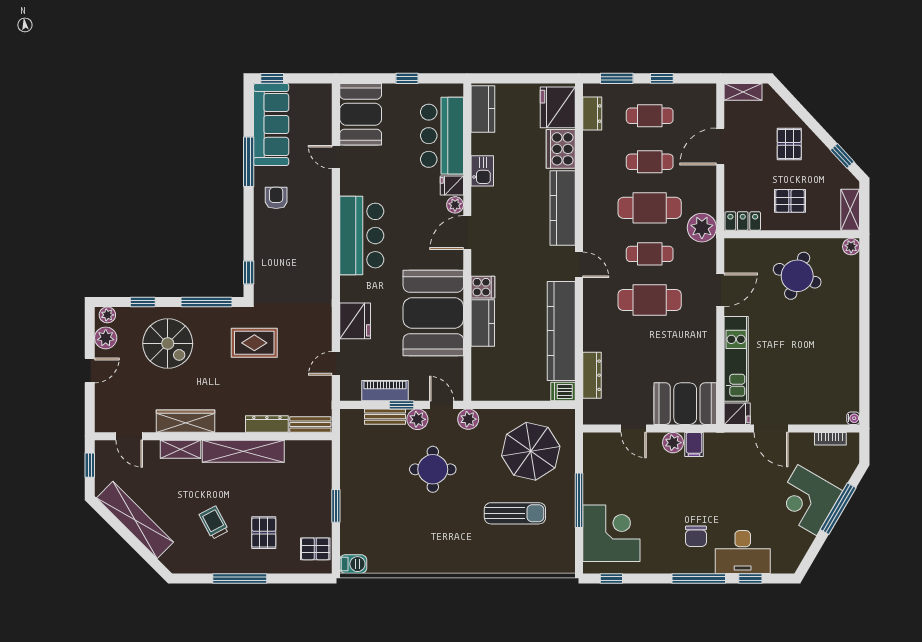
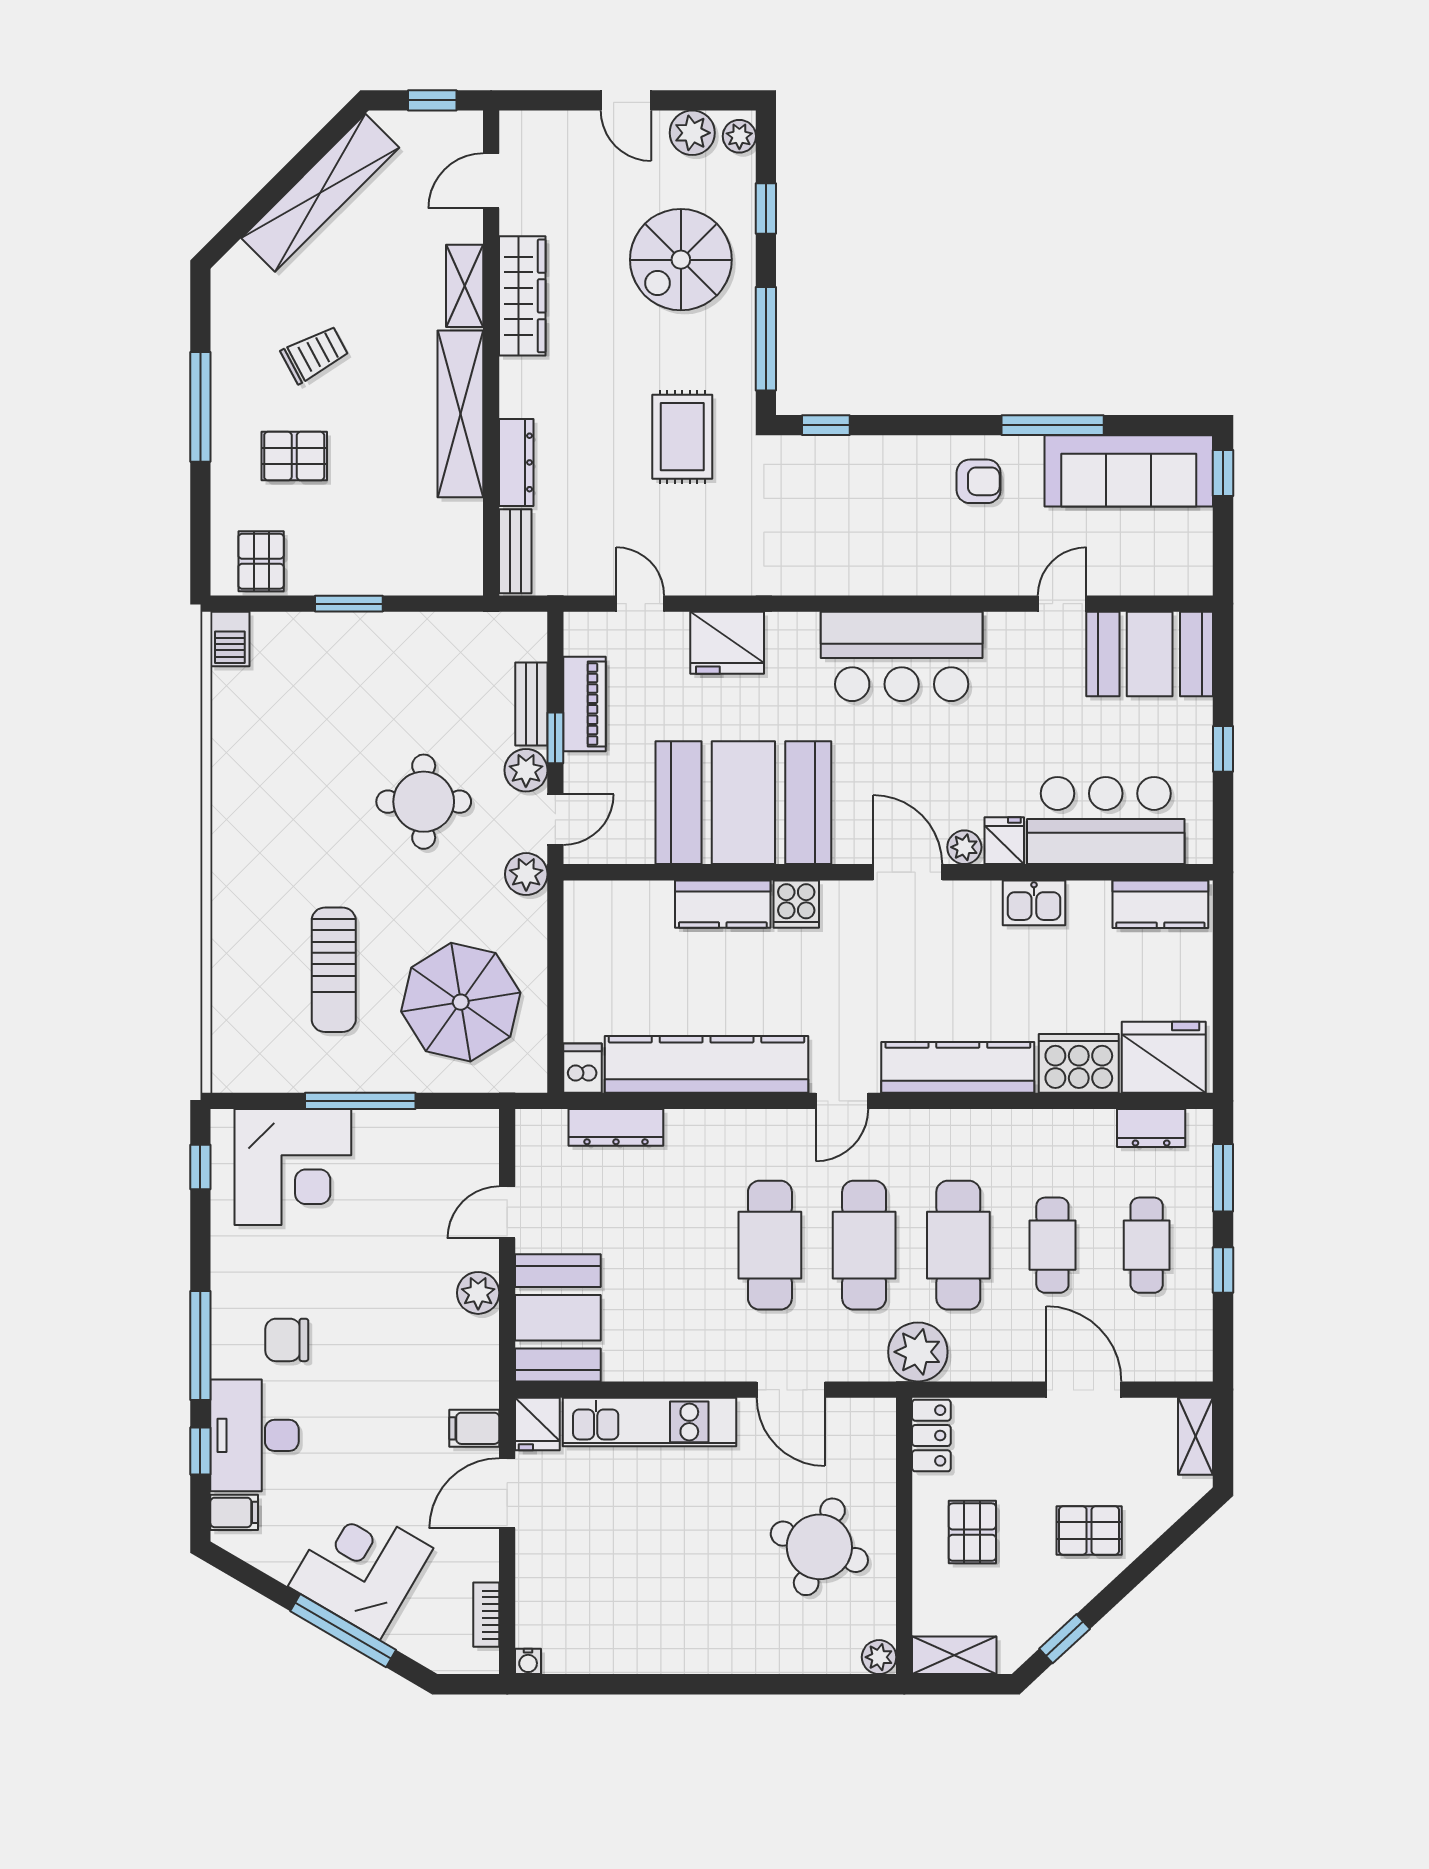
cafe table: (650, 254) -> (864, 1245), width x1.37, depth x1.35
filing cabinet: (694, 445) -> (474, 1428), moved
filing cabinet: (780, 562) -> (234, 1512), added

